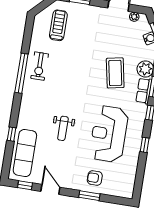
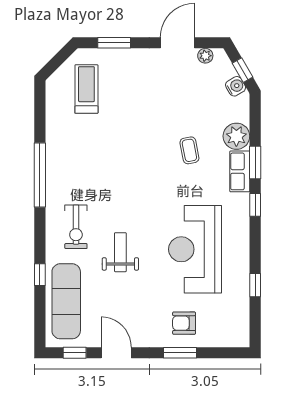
exercise bike: (40, 66) -> (76, 227), moved
coffee table: (115, 73) -> (189, 150), width x0.54, depth x0.58
weight bench: (63, 128) -> (120, 252), turned 180
window: (145, 145) -> (255, 285), moved

